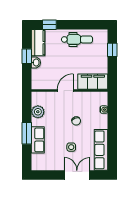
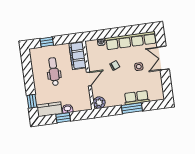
dental chair: (77, 39) -> (54, 72), moved
door: (65, 91) -> (89, 79), swing flipped
plant: (38, 112) -> (99, 103), moved
row of seats: (101, 150) -> (131, 41), width x1.36

